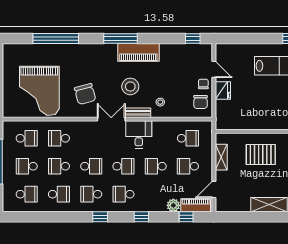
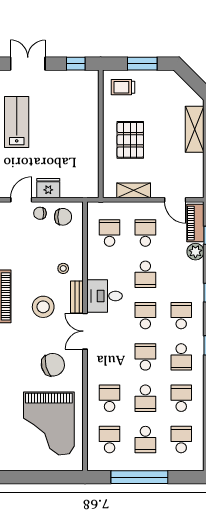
grand piano: (39, 91) -> (49, 423), turned 90
school desk: (59, 138) -> (110, 398), turned 180
school desk: (188, 166) -> (145, 233), turned 180
school desk: (123, 194) -> (181, 316), turned 180

